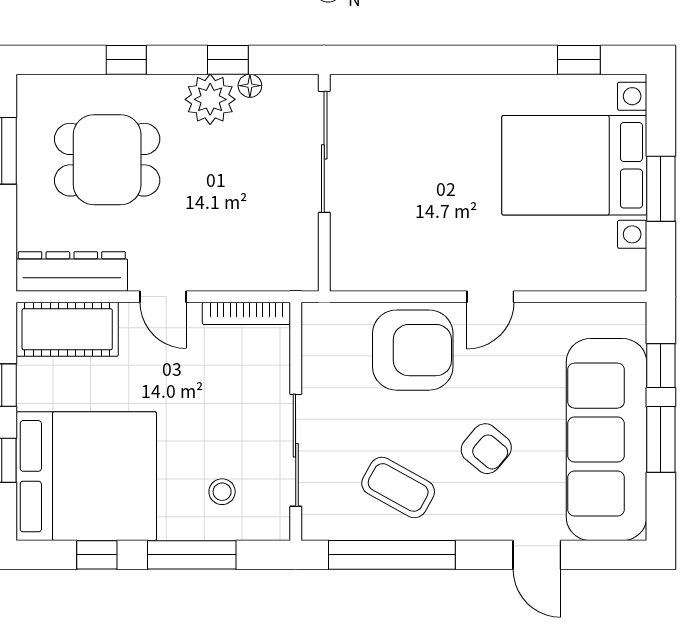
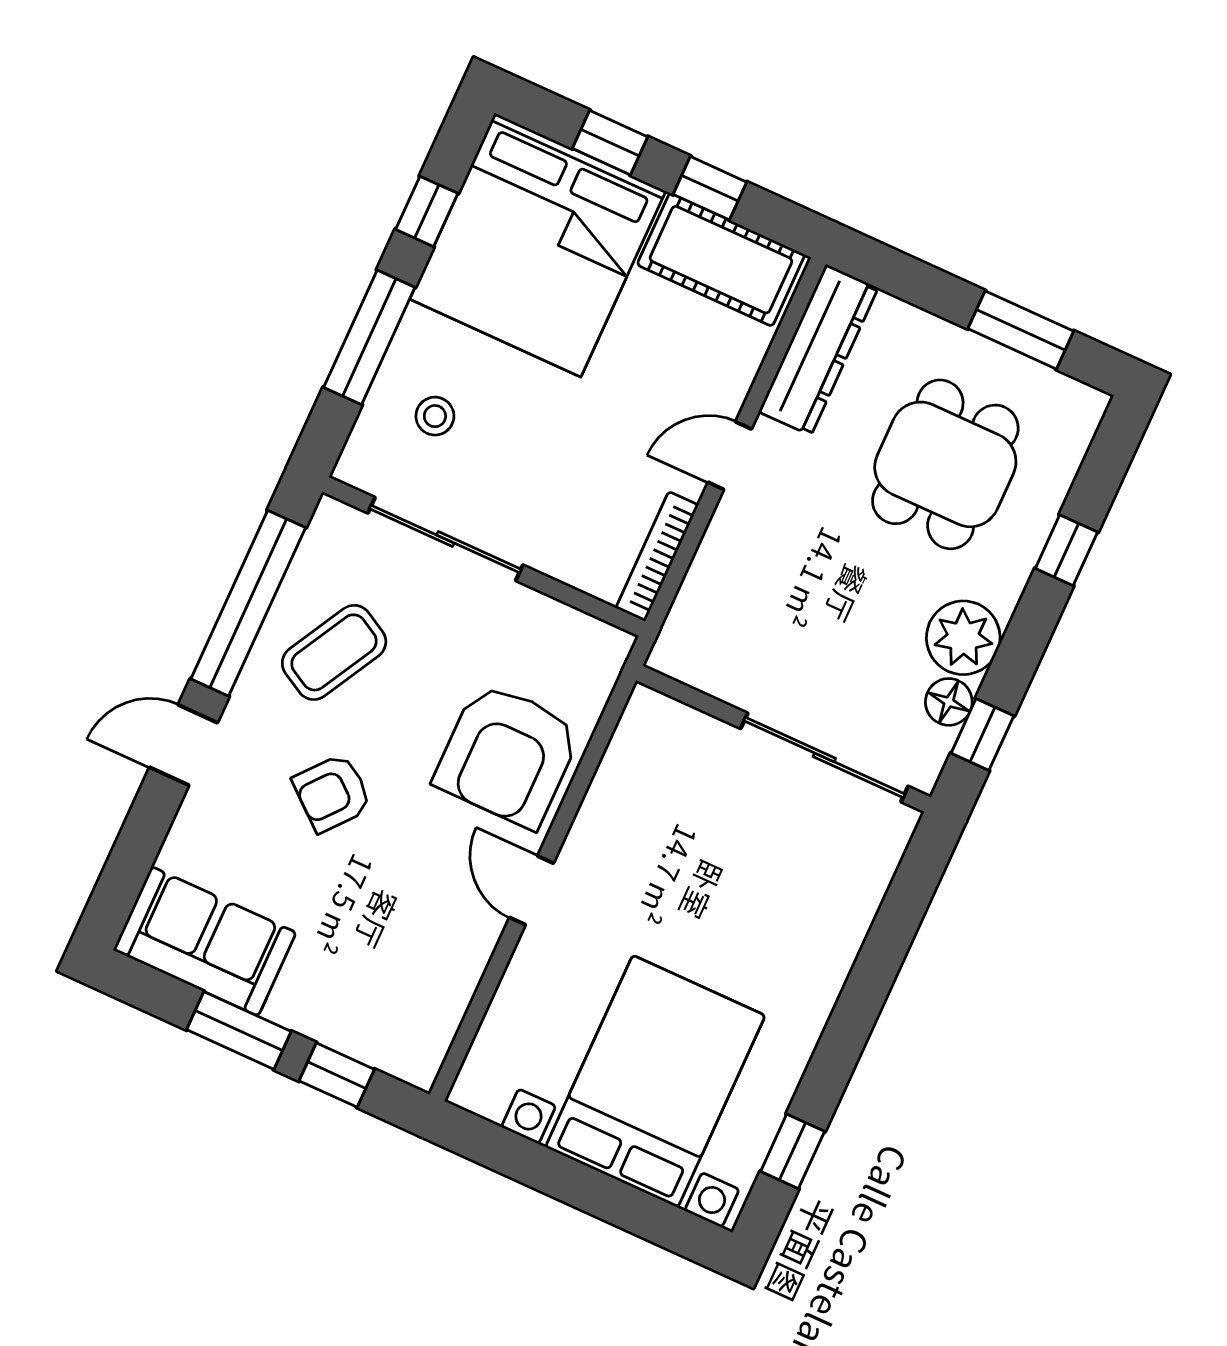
window: (228, 60) -> (982, 735), moved
floor lamp: (250, 86) -> (949, 702), width x1.37, depth x1.37
window: (661, 189) -> (572, 1182), removed
cot: (67, 329) -> (721, 260), moved, turned 90
sofa: (606, 440) -> (205, 941), width x0.54, depth x0.79
door: (537, 555) -> (184, 745), moved

